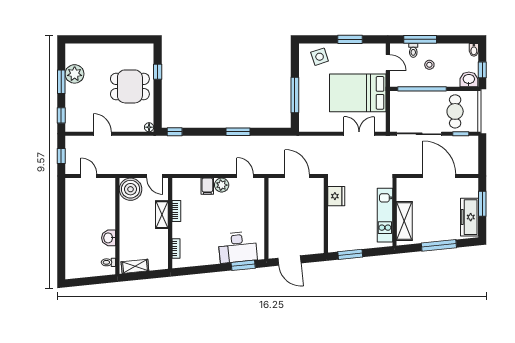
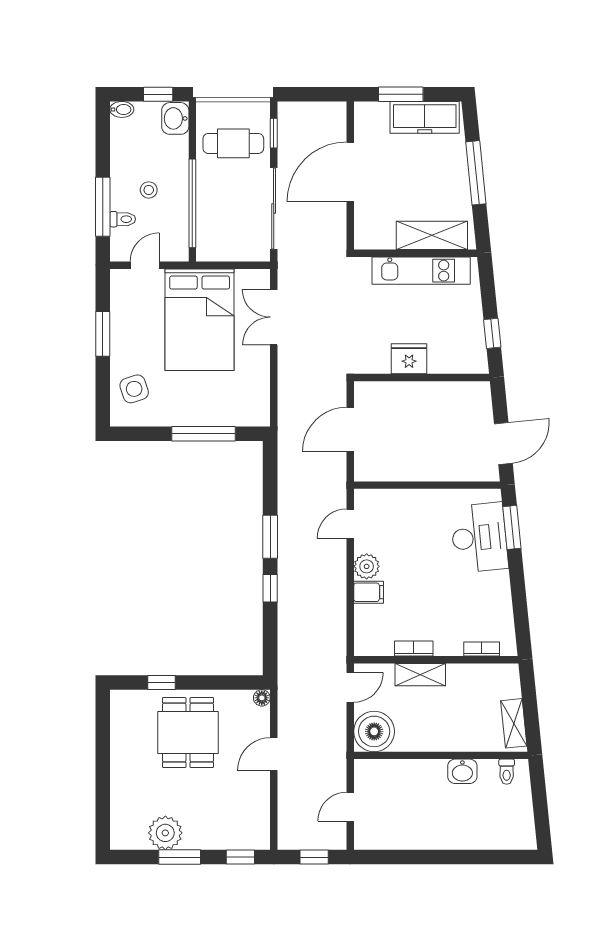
window: (175, 132) -> (270, 588), moved
door: (102, 134) -> (274, 754), moved
fridge: (336, 196) -> (409, 359), moved
window: (350, 254) -> (492, 333), width x0.67

